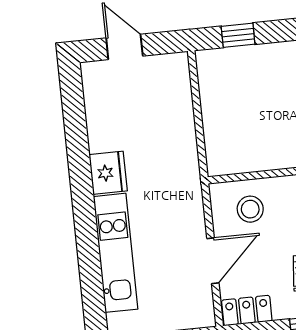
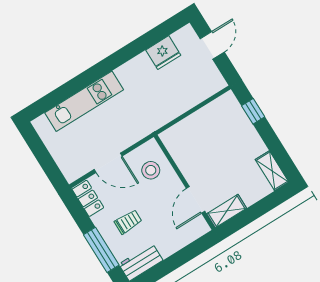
fridge: (108, 173) -> (163, 53), moved

